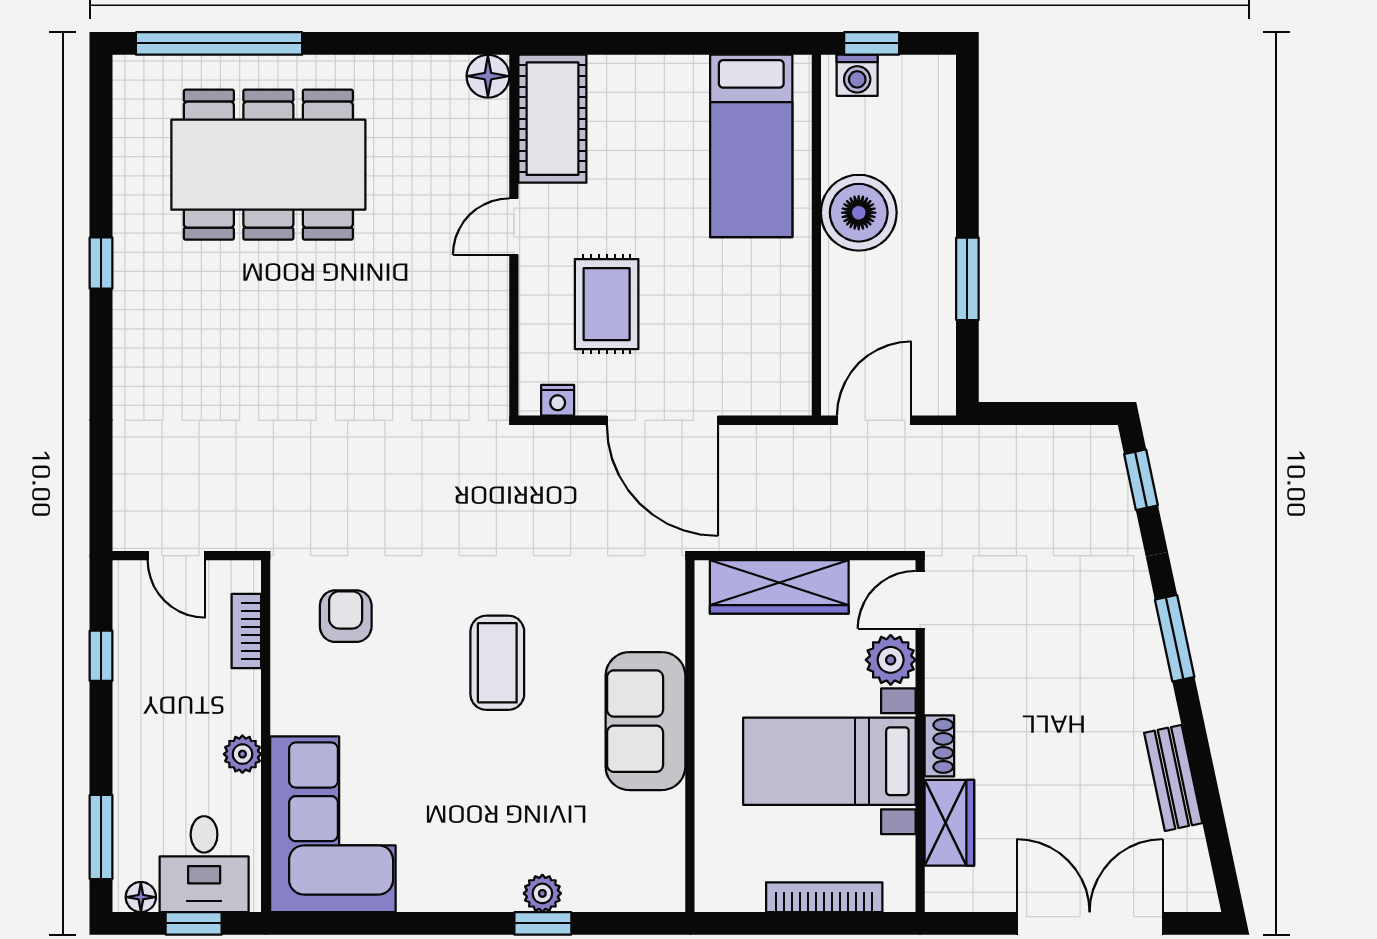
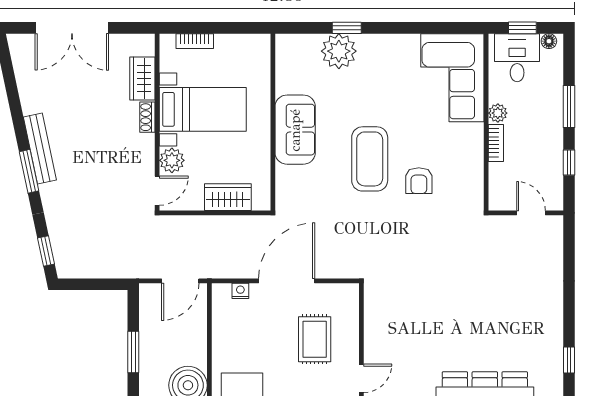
nightstand: (558, 400) -> (240, 291), moved
door: (662, 420) -> (287, 281), hinge flipped
wardrobe: (779, 587) -> (228, 197), width x0.67
armchair: (346, 616) -> (419, 181), moved
bookcase: (246, 631) -> (496, 143), moved
coffee table: (497, 663) -> (370, 159), width x1.36, depth x1.32
bench: (1173, 778) -> (40, 148), moved, width x1.36
window: (101, 837) -> (569, 107), moved
plant: (542, 893) -> (339, 51), width x1.88, depth x1.88
bookcase: (824, 897) -> (195, 41), width x0.64

